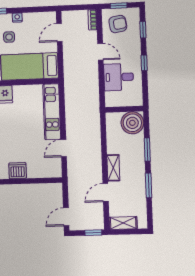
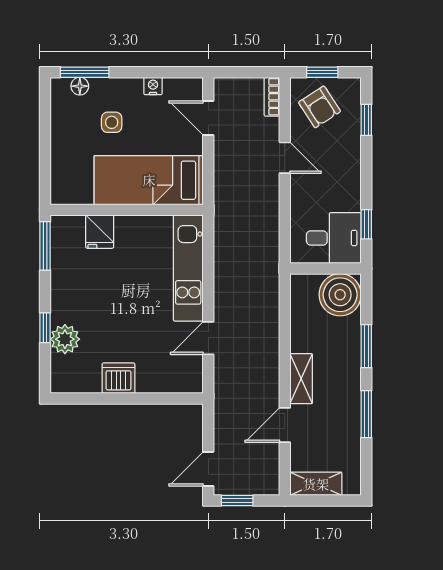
nightstand: (17, 18) -> (153, 86), moved
armchair: (118, 24) -> (320, 107), turned 66
door: (59, 32) -> (208, 118), hinge flipped
window: (144, 63) -> (366, 224), moved
desk: (119, 77) -> (334, 238), moved, turned 180
window: (93, 233) -> (237, 501), moved

